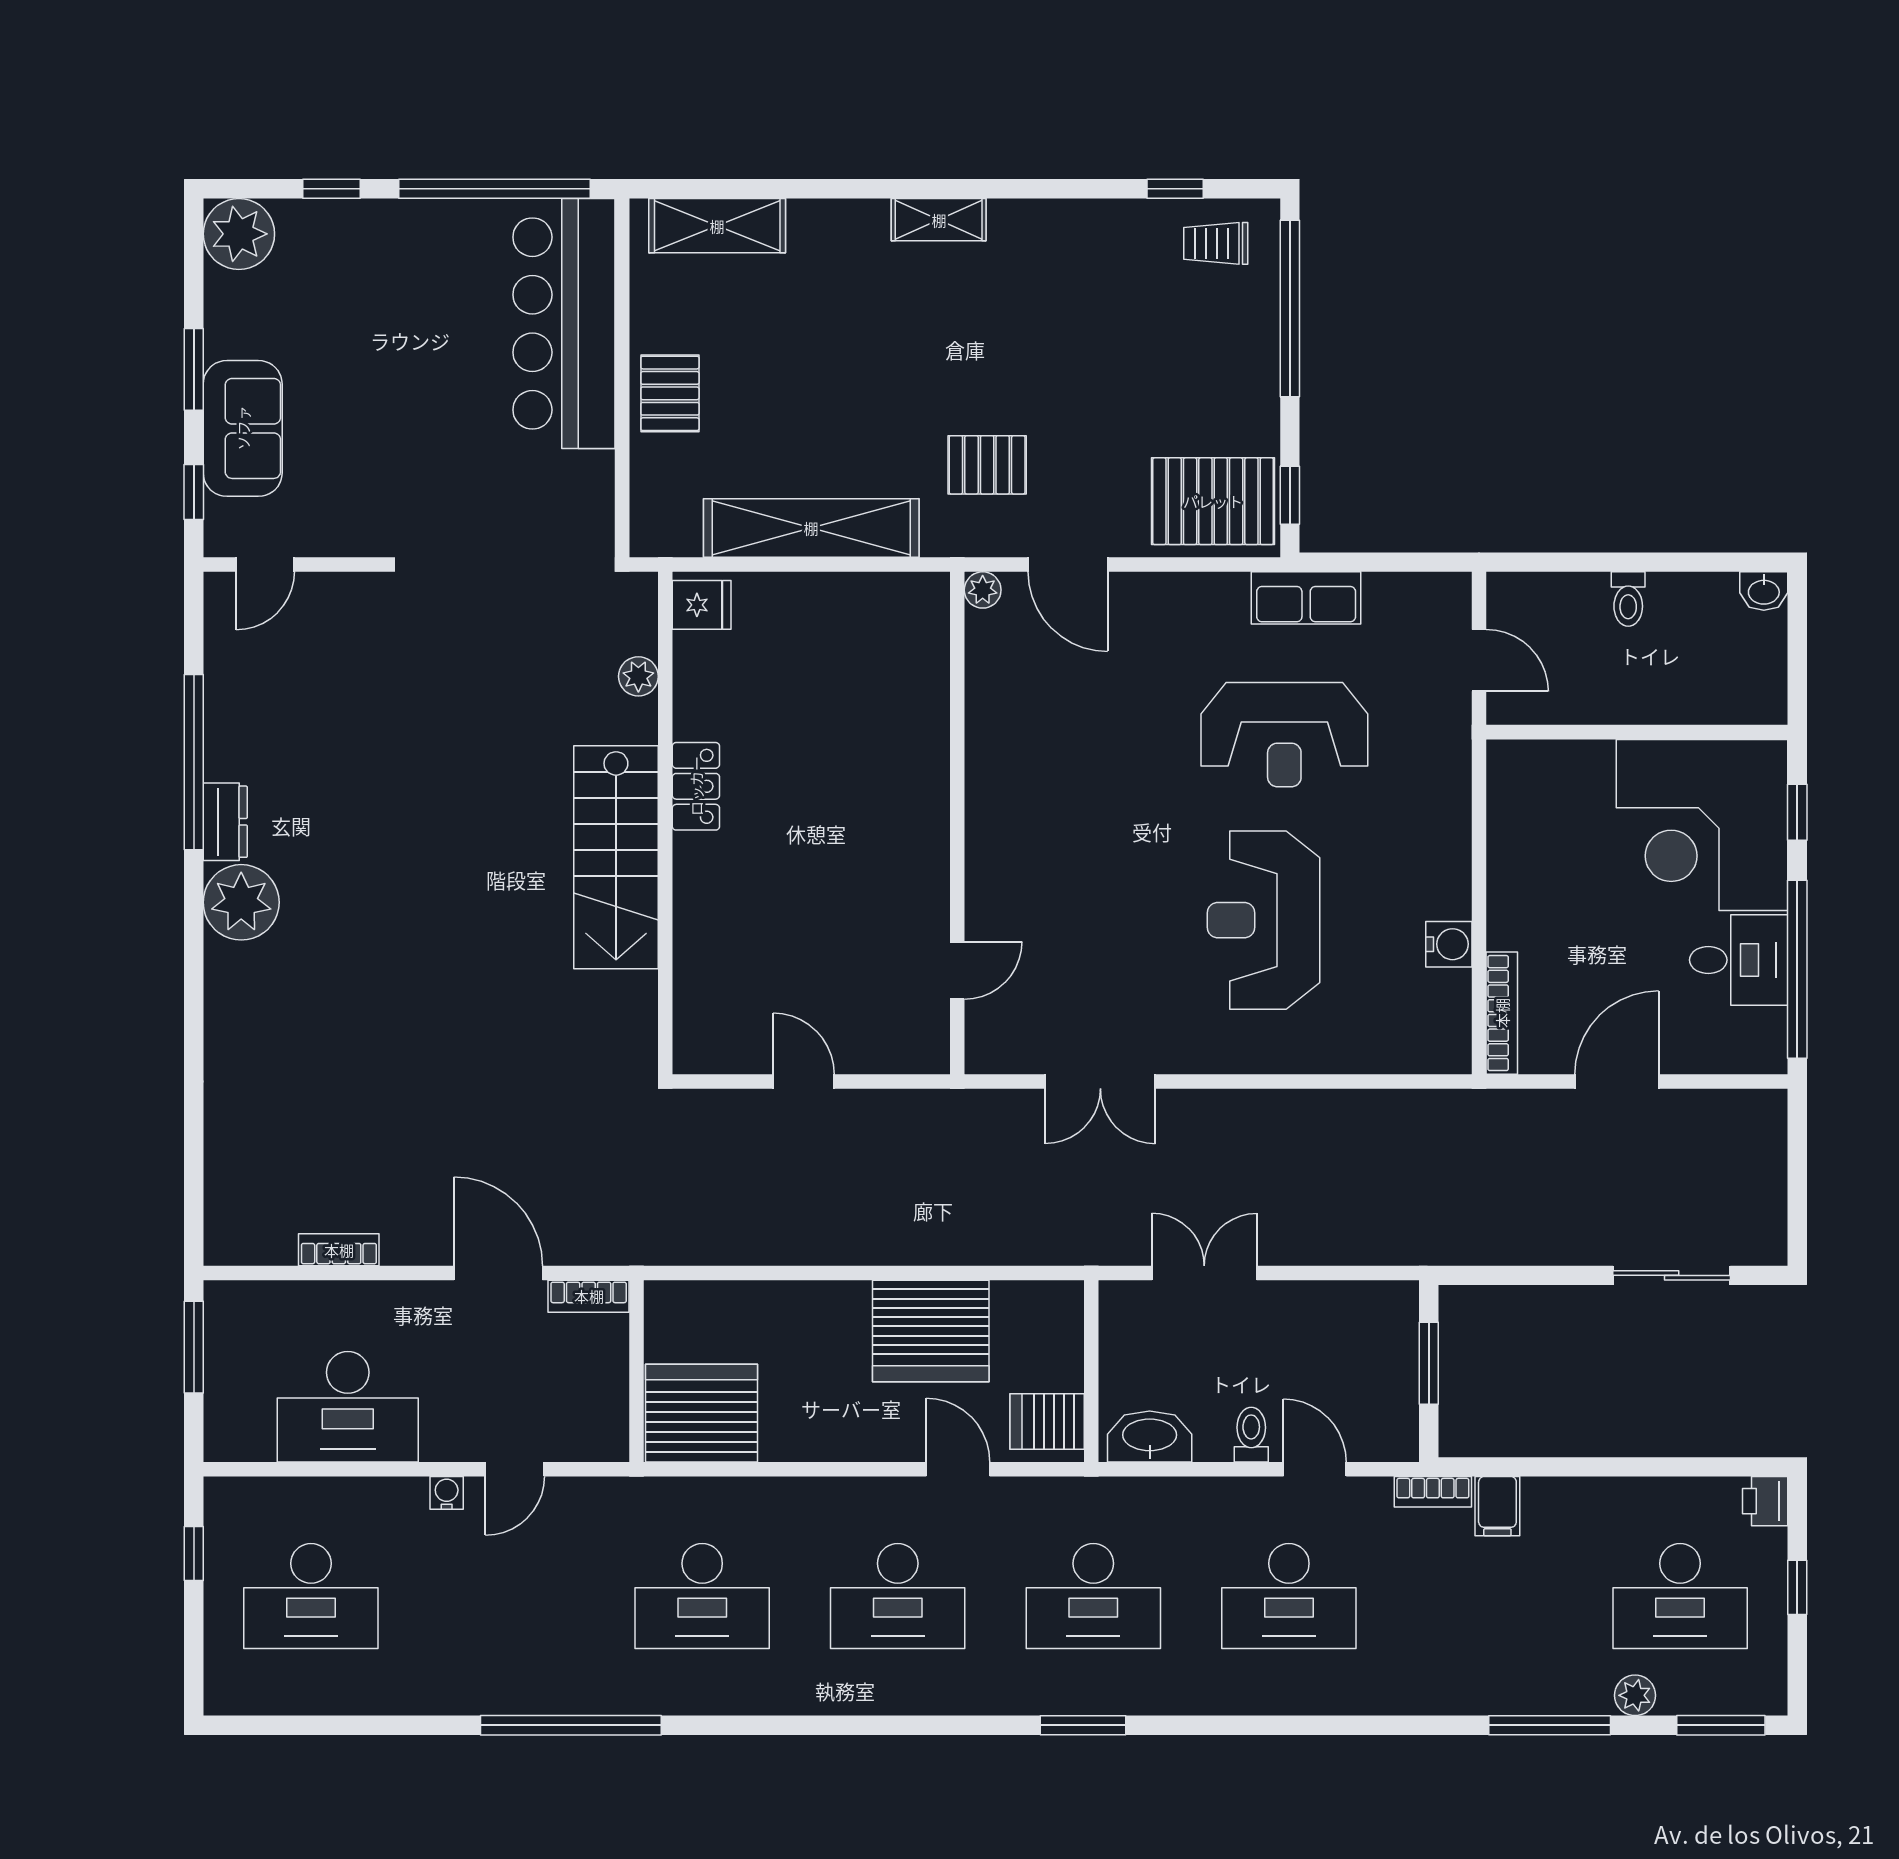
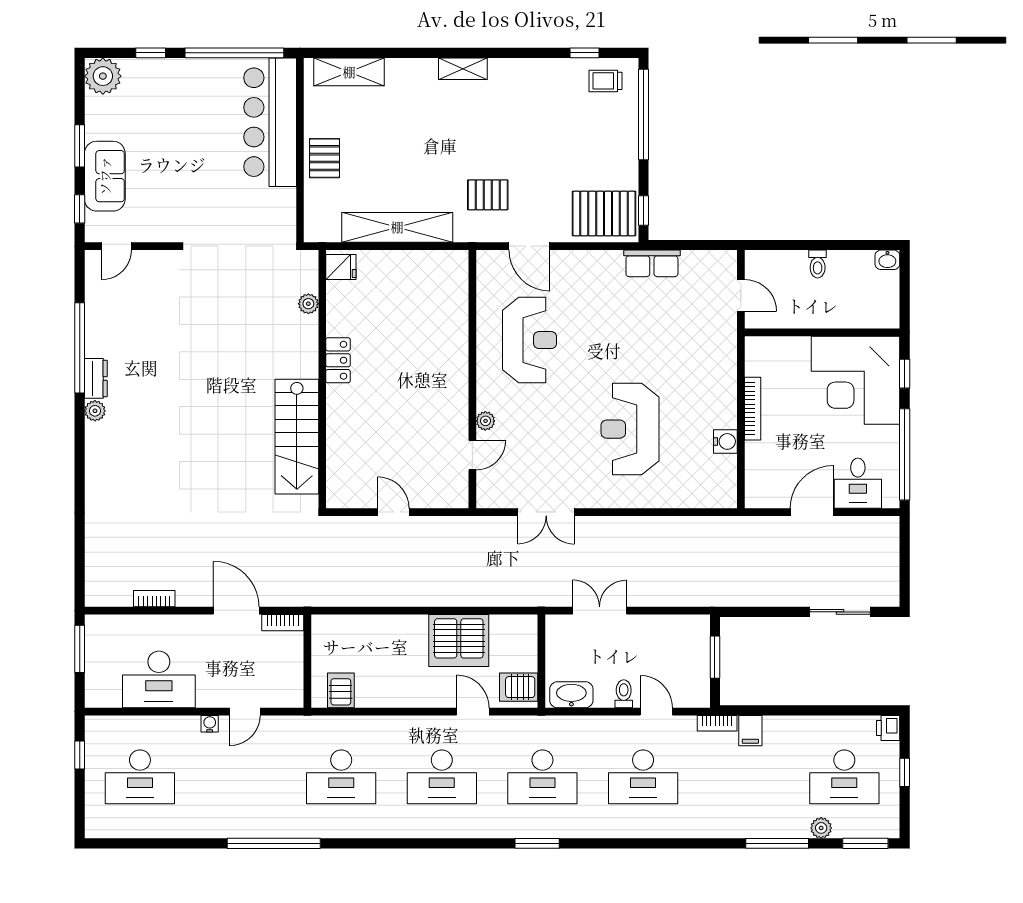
plant: (983, 590) -> (485, 421), moved
reception desk: (1284, 735) -> (529, 340), moved, turned -90
stairs: (616, 857) -> (297, 437), moved
plant: (241, 902) -> (95, 411), width x0.53, depth x0.53
desk: (1739, 960) -> (858, 483), moved, turned 90
bookcase: (1502, 1013) -> (753, 409), moved
server rack: (701, 1413) -> (341, 690), width x0.46, depth x0.70

